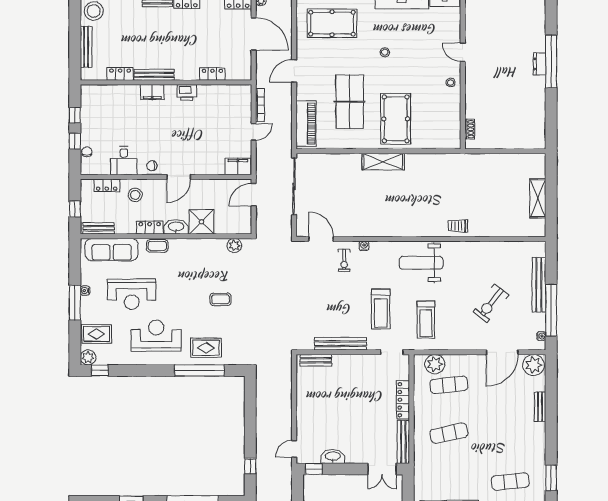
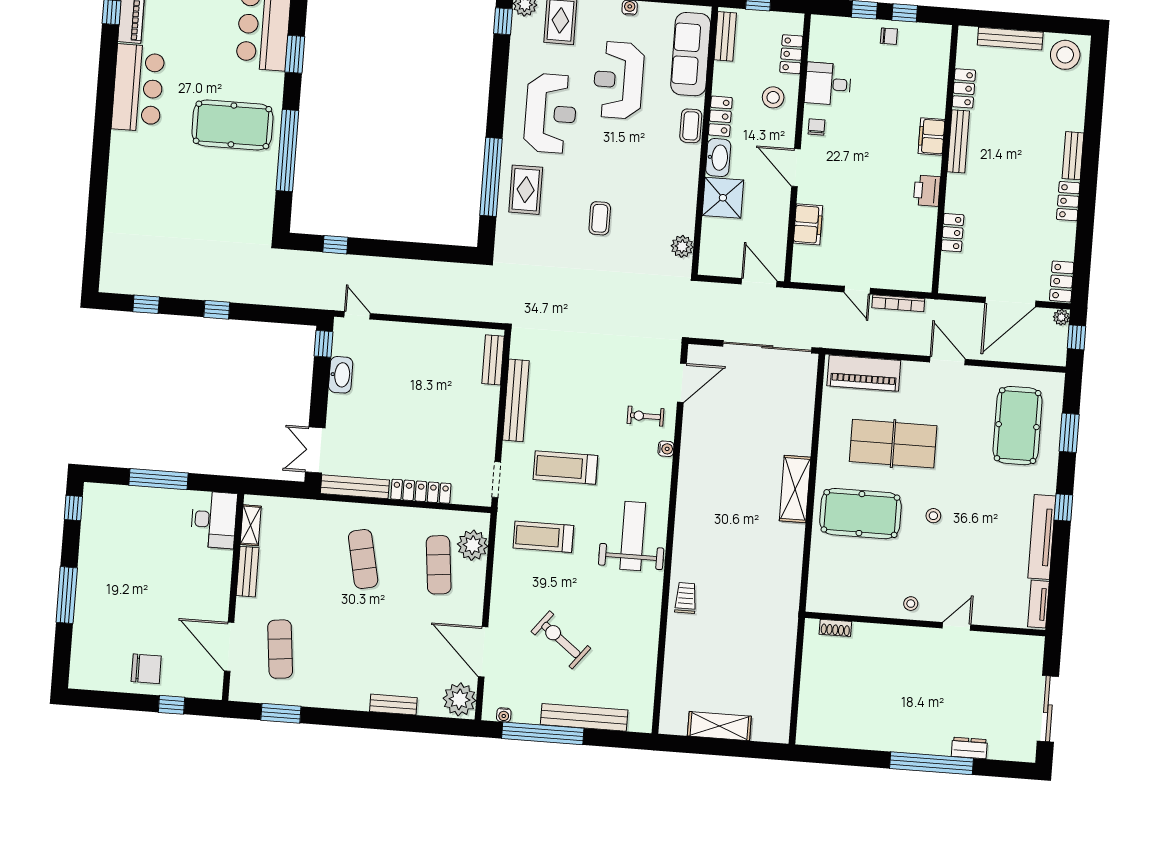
stool: (385, 52) -> (933, 516), moved
dresser: (540, 64) -> (969, 748), moved
chair: (87, 152) -> (889, 36), moved
filing cabinet: (238, 166) -> (808, 224), moved

